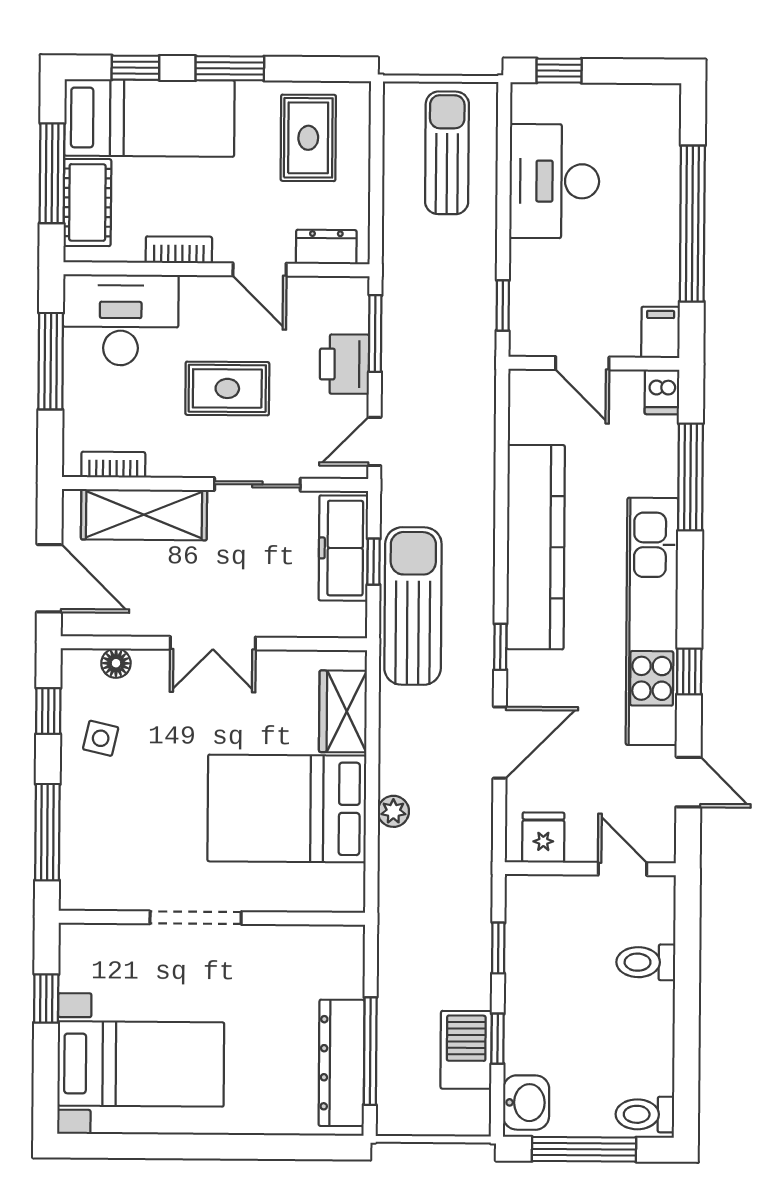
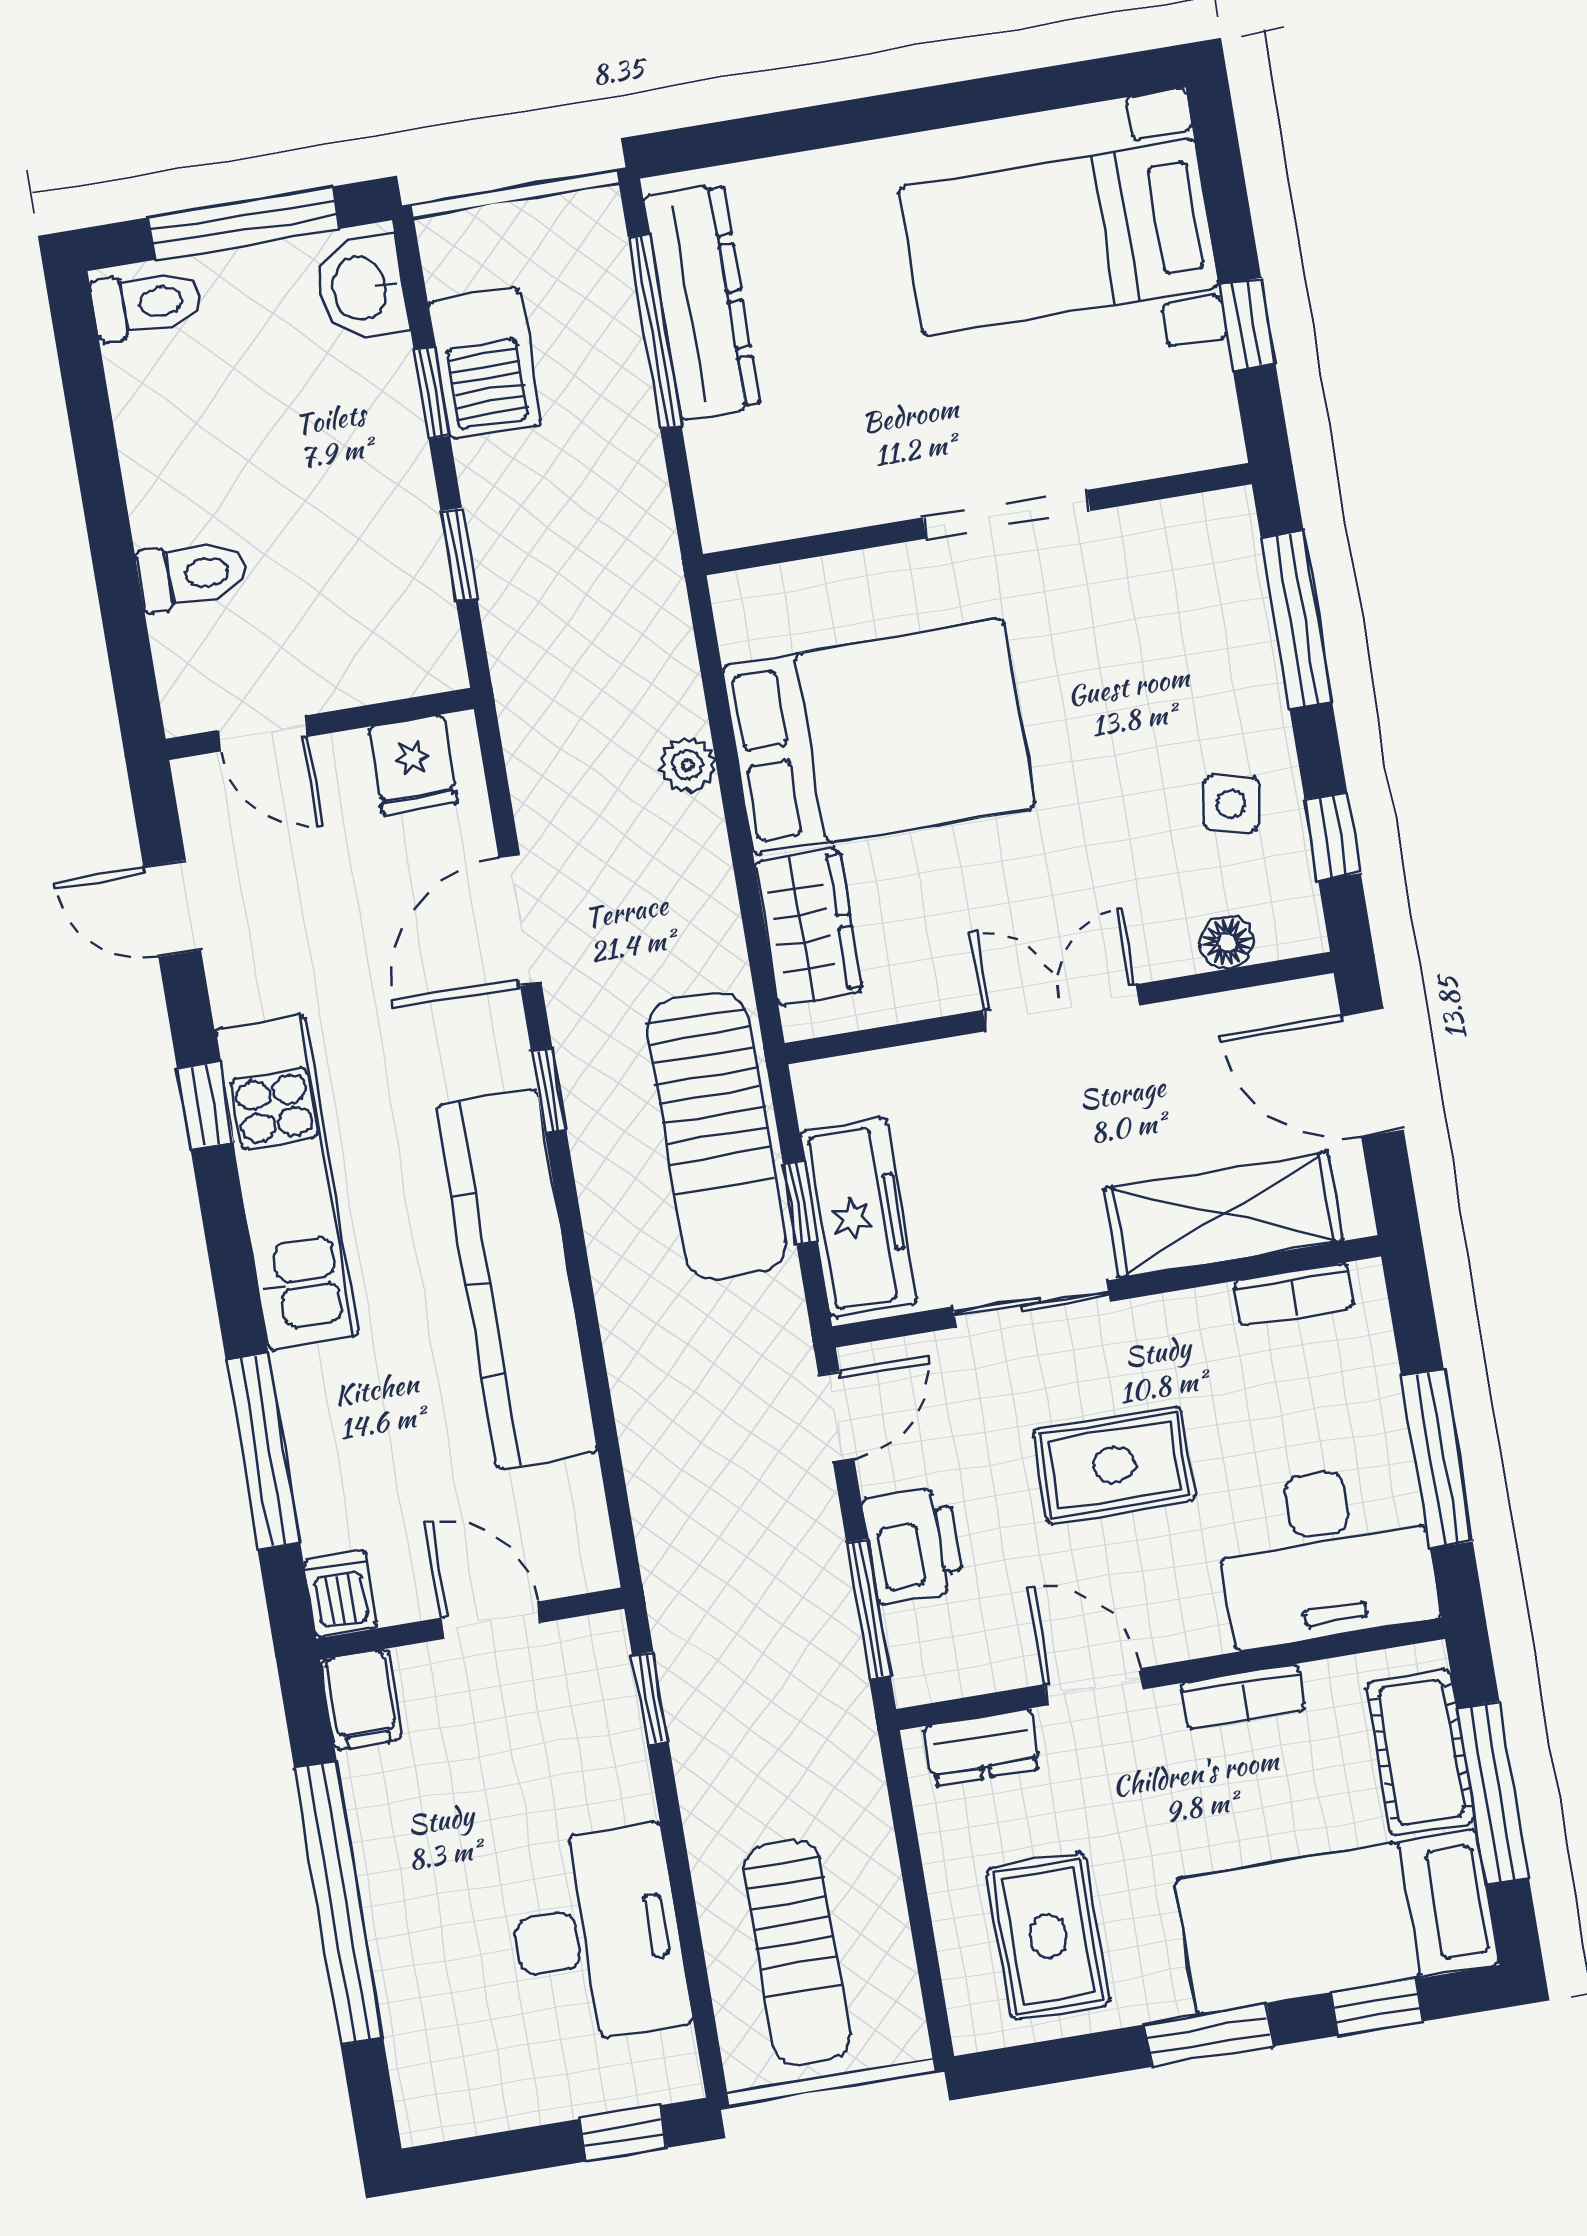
kitchen unit: (652, 621) -> (287, 1183), width x0.73

